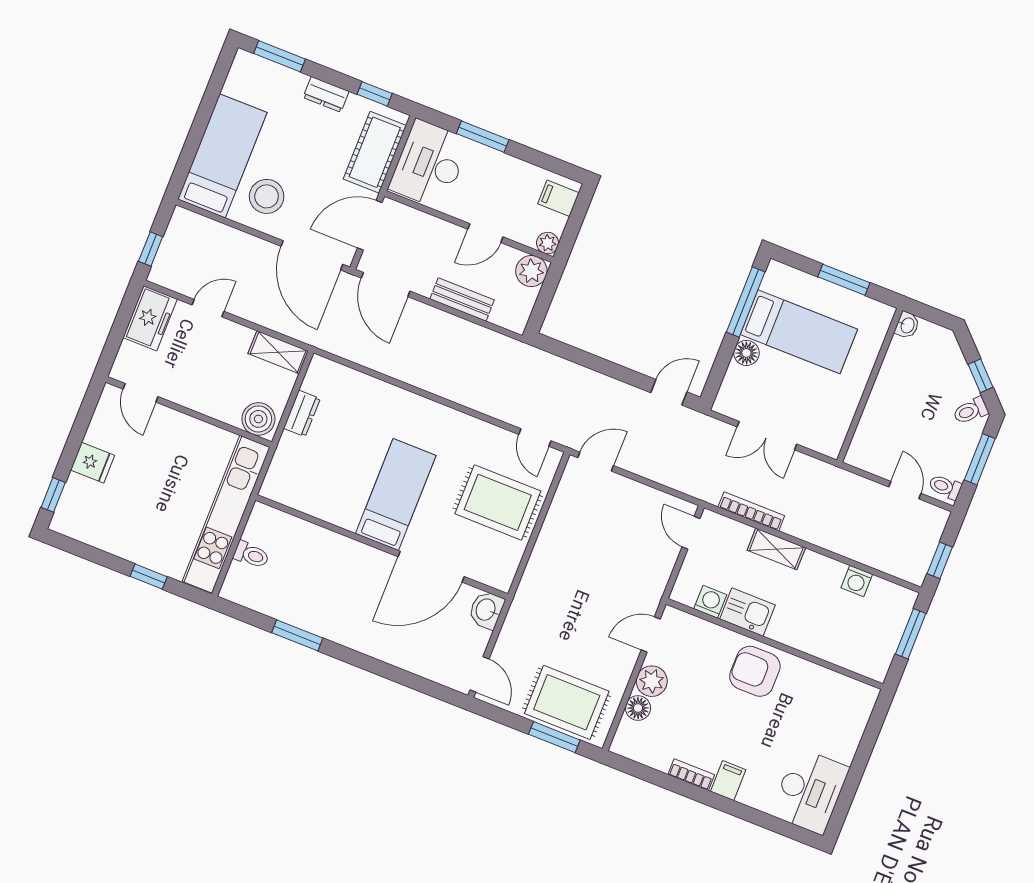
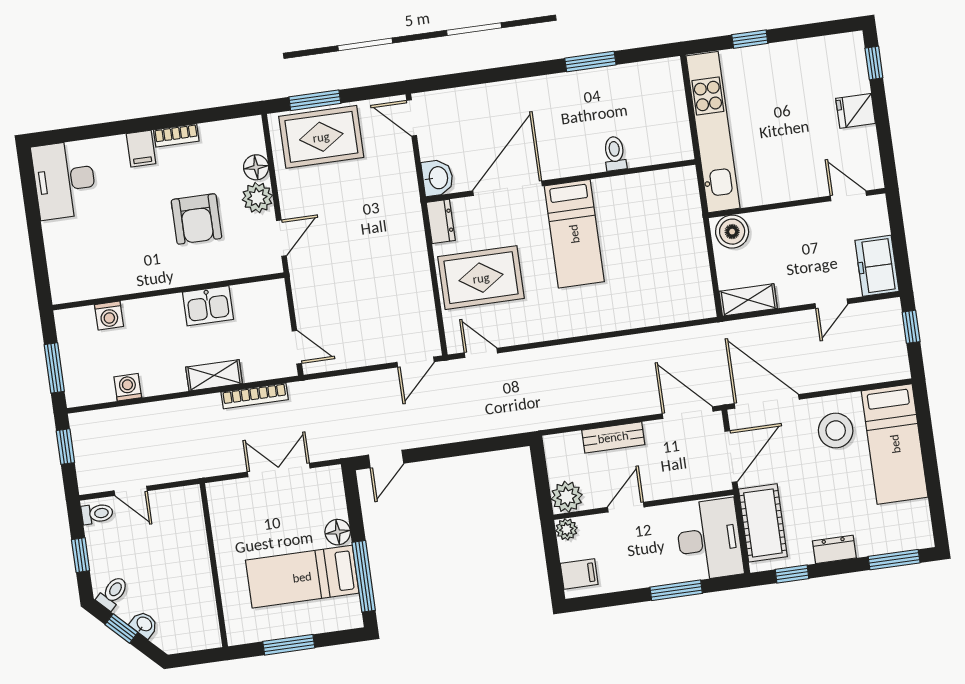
washbasin: (907, 325) -> (144, 624), moved, turned 135
dresser: (302, 413) -> (441, 221), moved, turned 180
window: (980, 459) -> (81, 555), width x0.67
toilet: (251, 555) -> (615, 154), moved, turned 90
washing machine: (710, 602) -> (109, 315), moved
armchair: (755, 671) -> (197, 219), moved, turned 90

